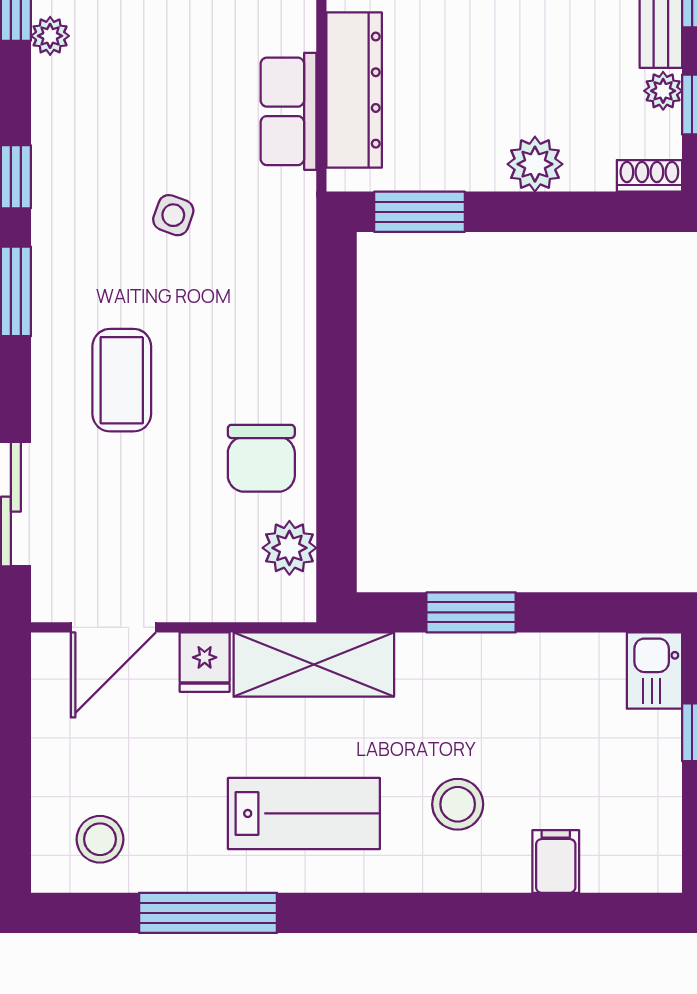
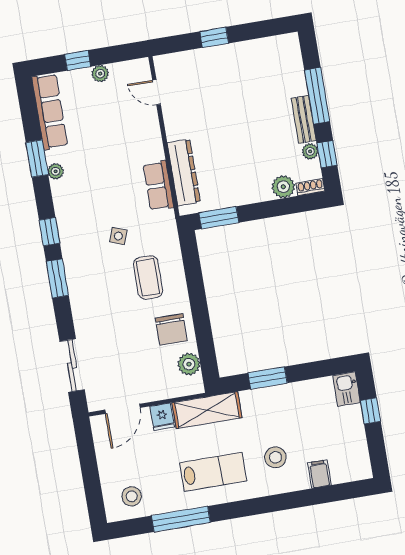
plant: (535, 164) -> (283, 187), moved
coffee table: (122, 380) -> (148, 277), moved

